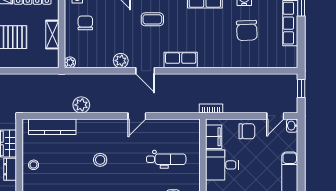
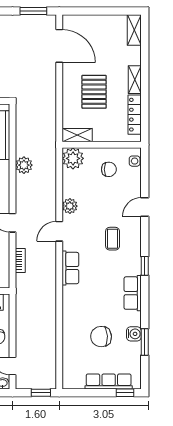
shelving: (52, 35) -> (77, 135), moved
plant: (70, 62) -> (73, 158), width x1.87, depth x1.87
bookcase: (211, 108) -> (20, 260), moved

